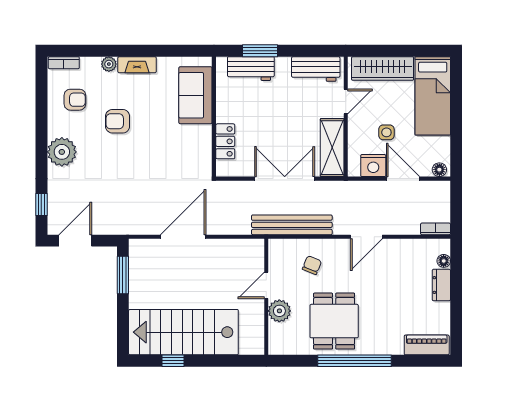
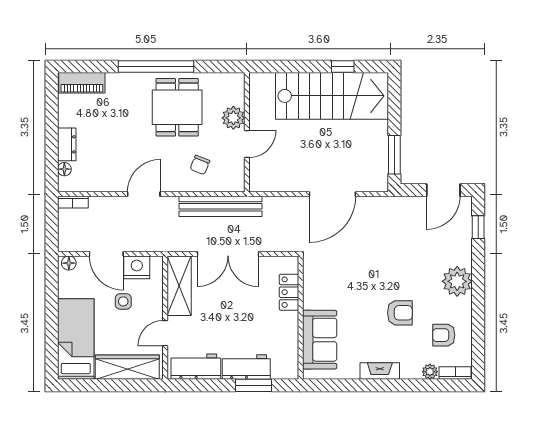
plant: (109, 64) -> (430, 372), moved
workbench: (251, 69) -> (246, 367), moved

